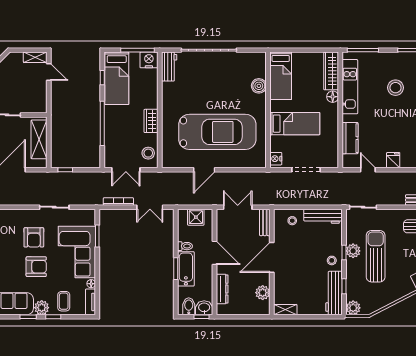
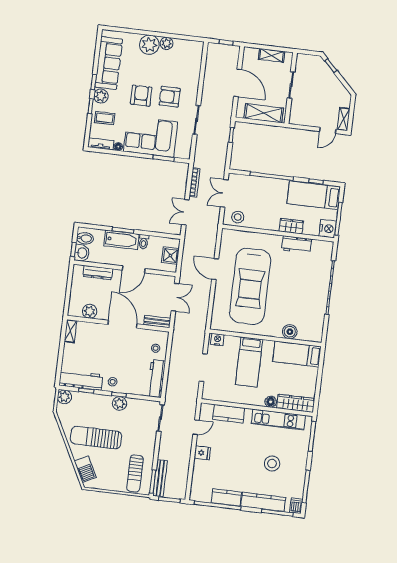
workbench: (169, 67) -> (296, 245), moved
wardrobe: (151, 121) -> (291, 226), moved
sun lounger: (376, 256) -> (96, 438), moved, turned 180
armchair: (36, 267) -> (141, 96), turned 180

